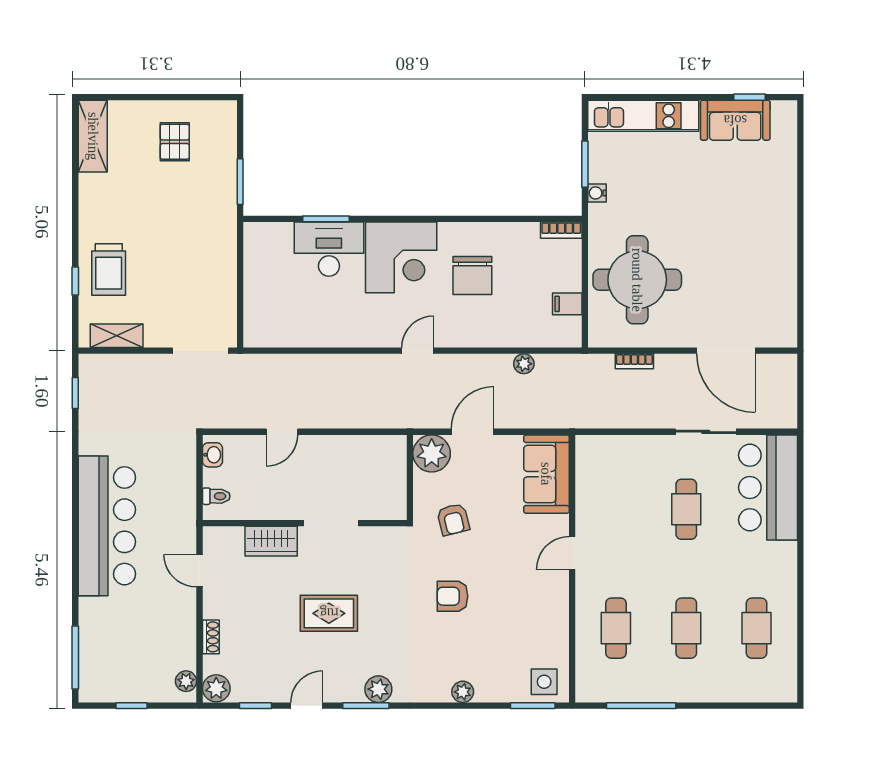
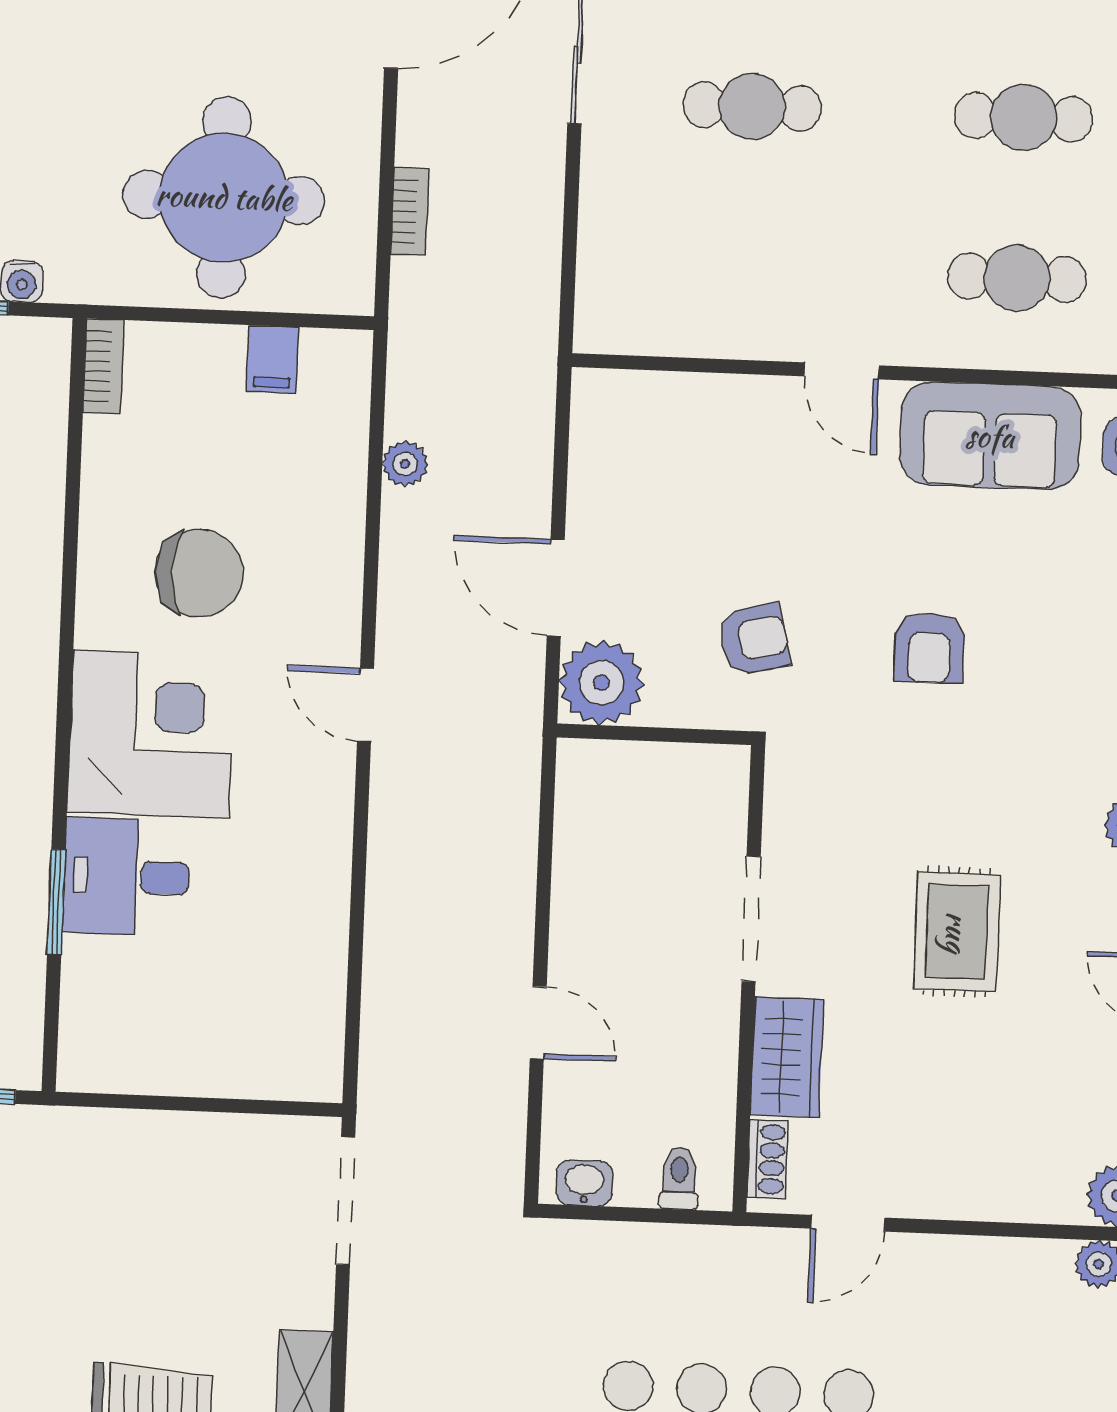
desk: (329, 249) -> (126, 877), width x0.73
sofa: (546, 474) -> (990, 436), moved
shoe rack: (211, 637) -> (767, 1159), moved, turned 90

